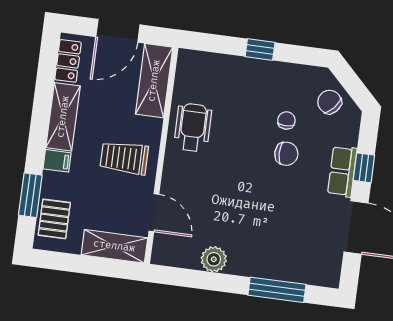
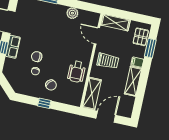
locker: (68, 61) -> (129, 105), removed
chair: (329, 102) -> (51, 85), moved

